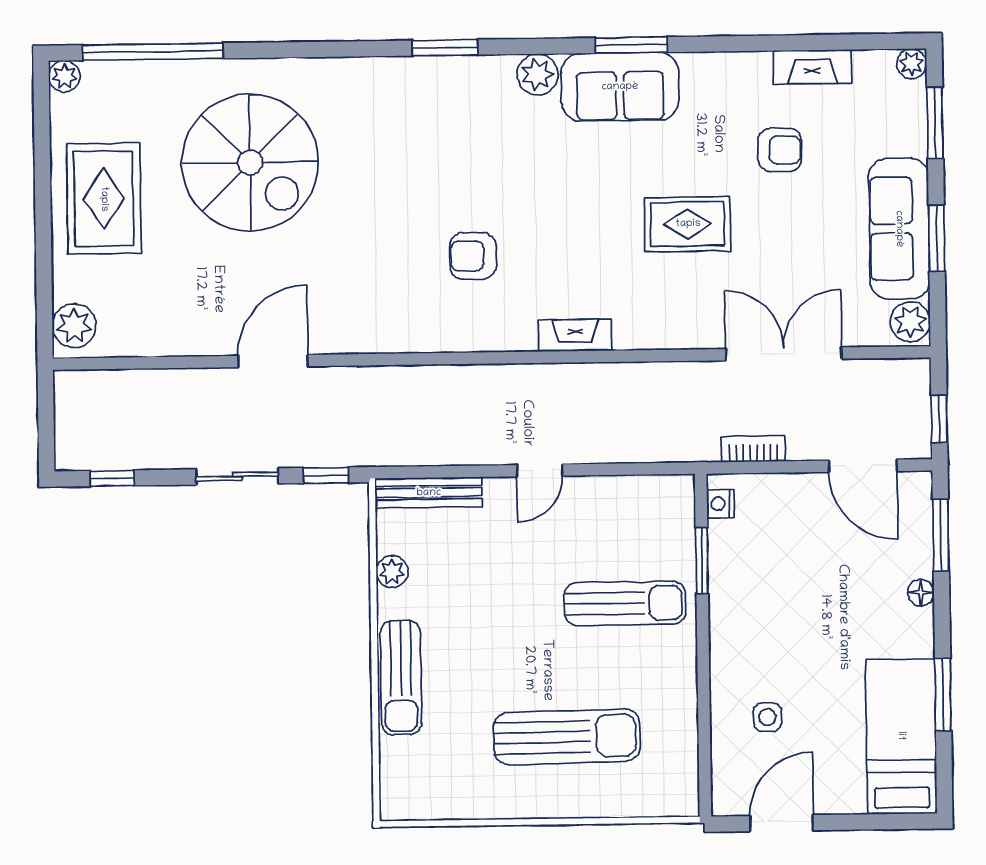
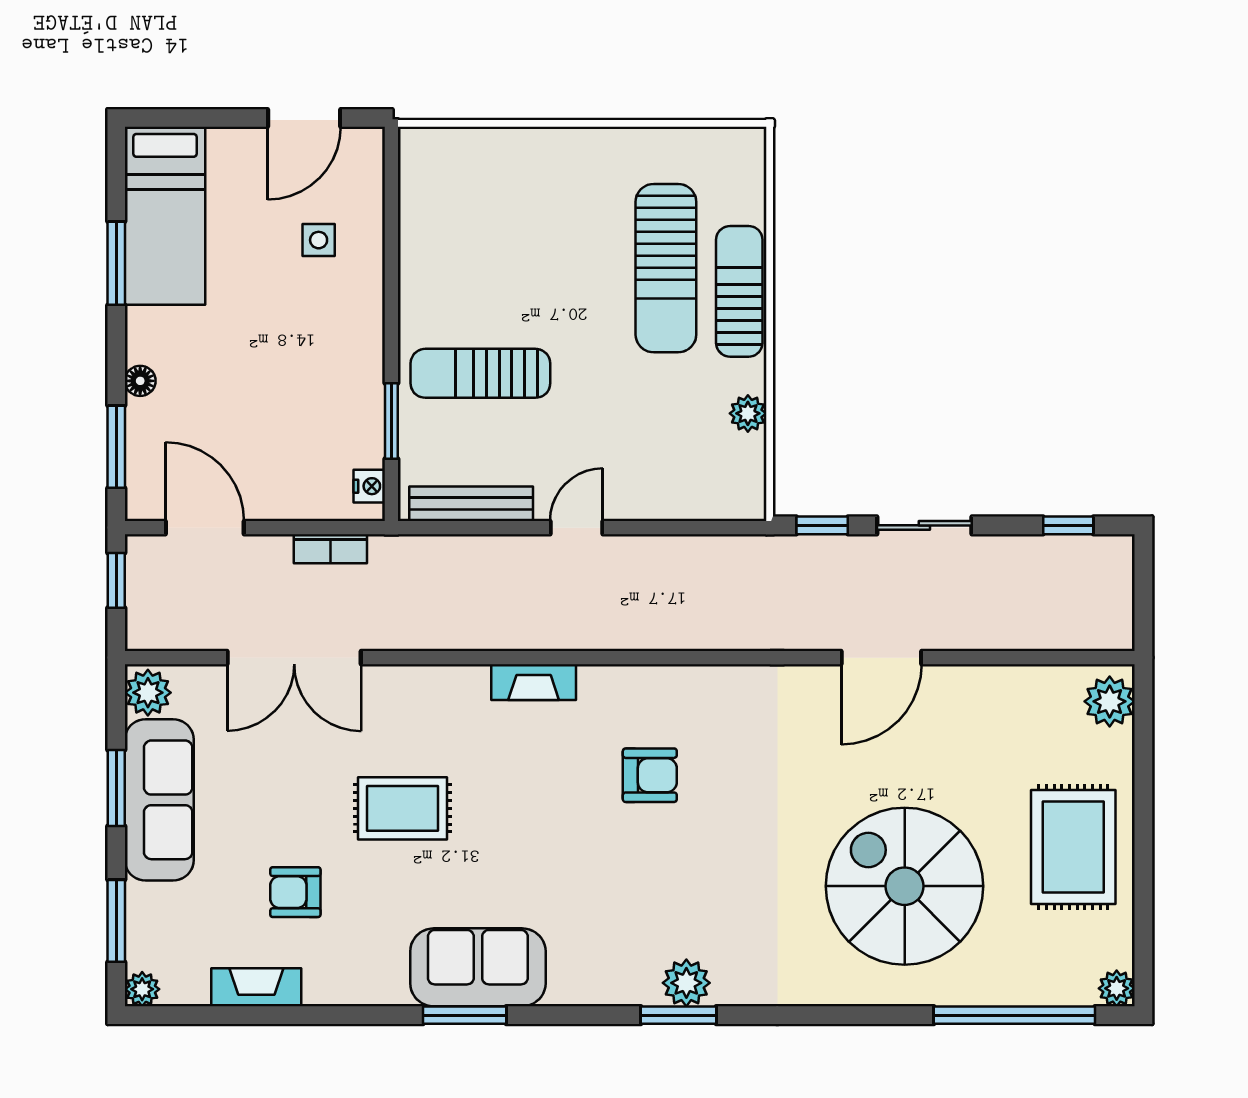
plant: (537, 74) -> (686, 983), moved
bench: (429, 493) -> (471, 504), moved
sun lounger: (567, 737) -> (666, 268), moved, turned -89

